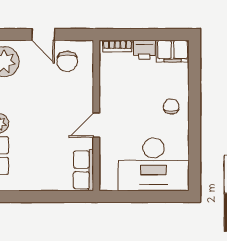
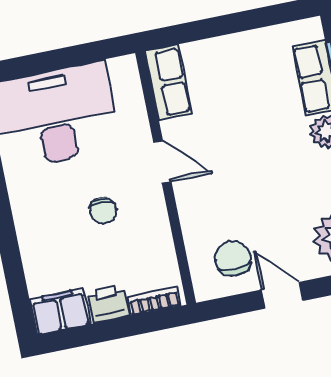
chair: (171, 106) -> (103, 210), moved
door: (96, 125) -> (162, 162), hinge flipped

